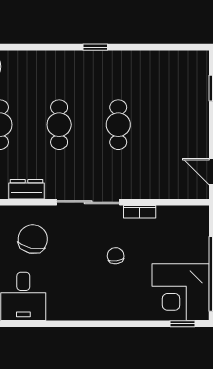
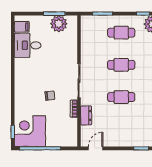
dresser: (27, 189) -> (86, 115), moved
chair: (33, 239) -> (59, 51), removed

